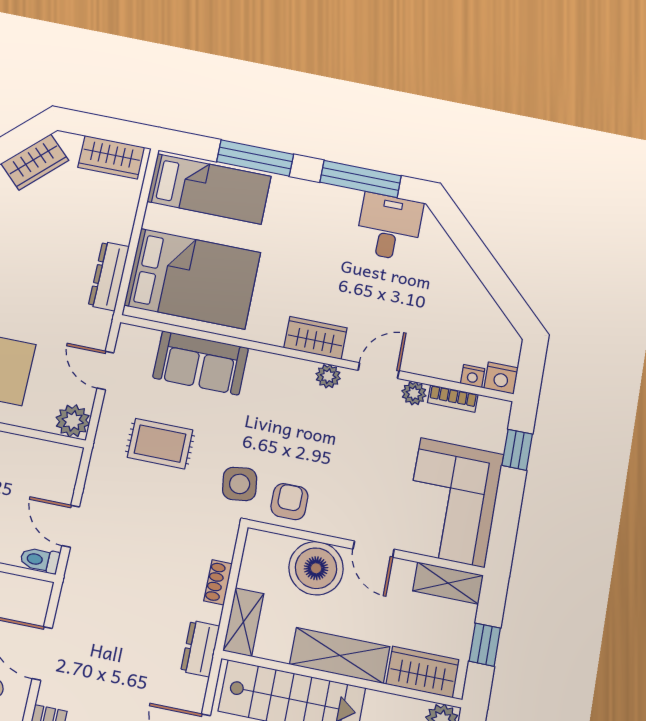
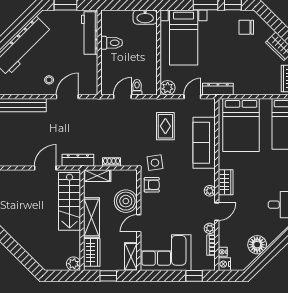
dresser: (109, 276) -> (218, 89), moved
floor lamp: (469, 299) -> (257, 245), added
sofa: (201, 363) -> (204, 143), width x1.36
door: (379, 371) -> (217, 212), hinge flipped
toilet: (40, 560) -> (137, 87), moved
dresser: (200, 649) -> (78, 160), width x1.44

